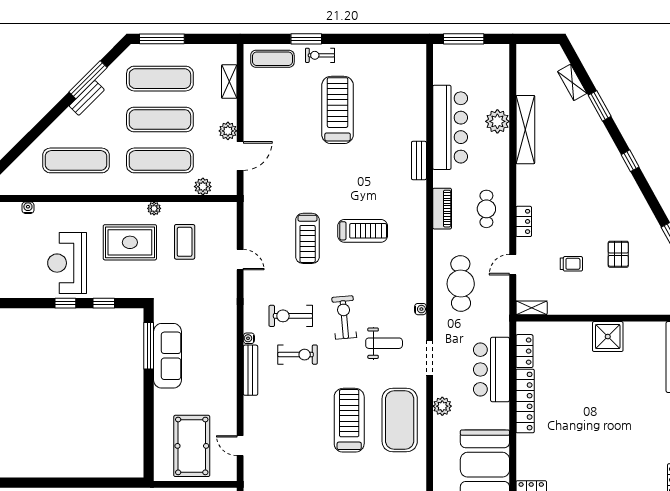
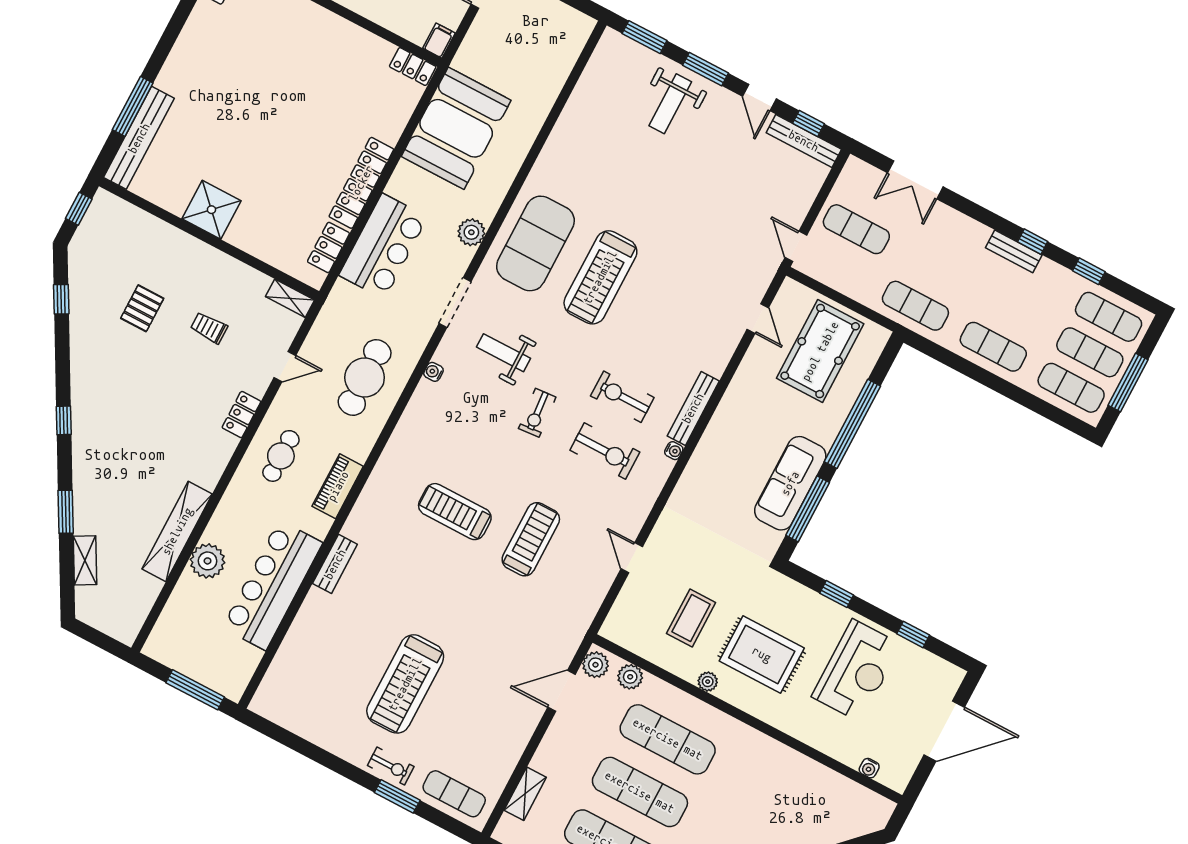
plant: (228, 131) -> (595, 665), moved
exercise mat: (76, 160) -> (775, 796), removed
window: (65, 303) -> (913, 634), moved
exercise bike: (344, 317) -> (537, 413), width x0.73, depth x0.72
window: (149, 412) -> (852, 424), added

